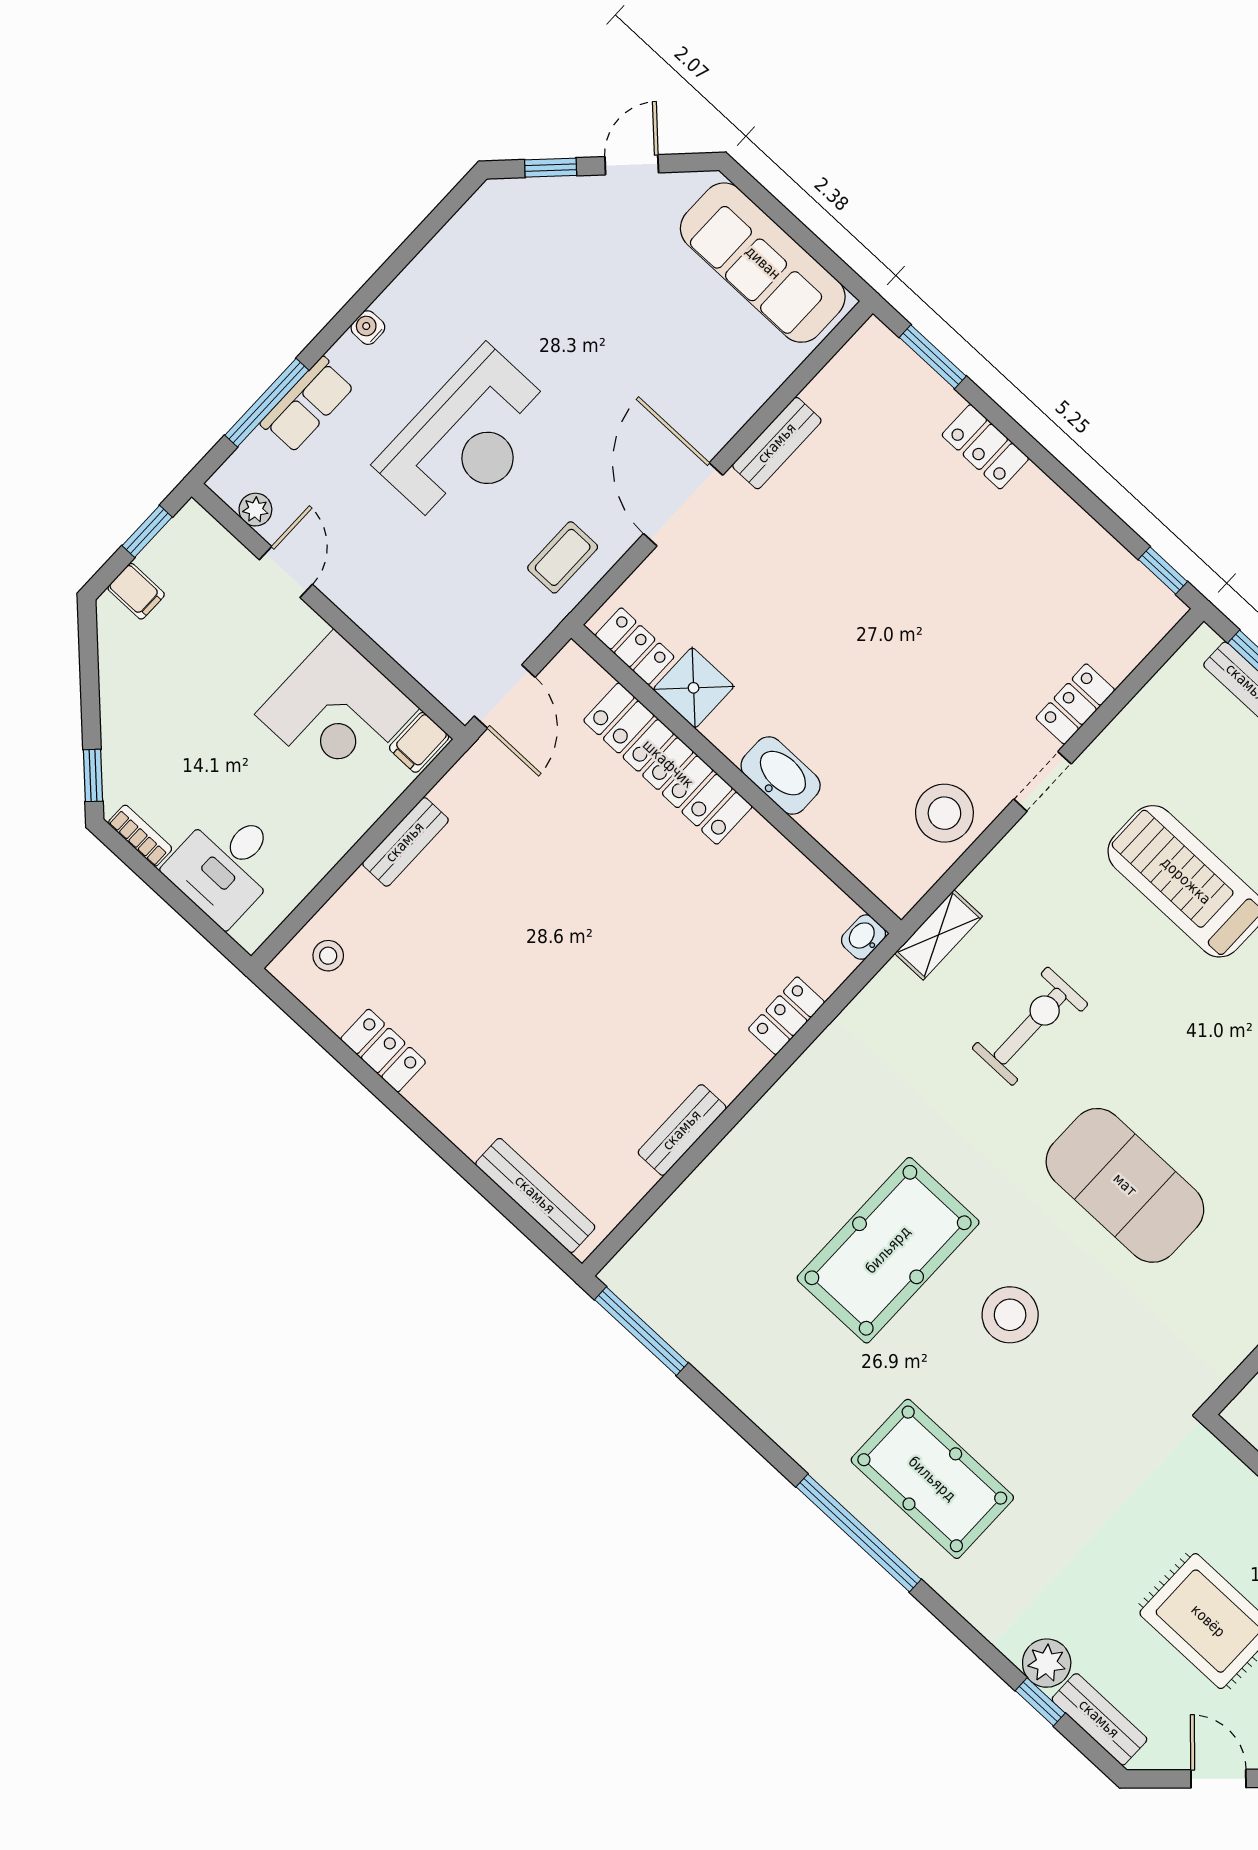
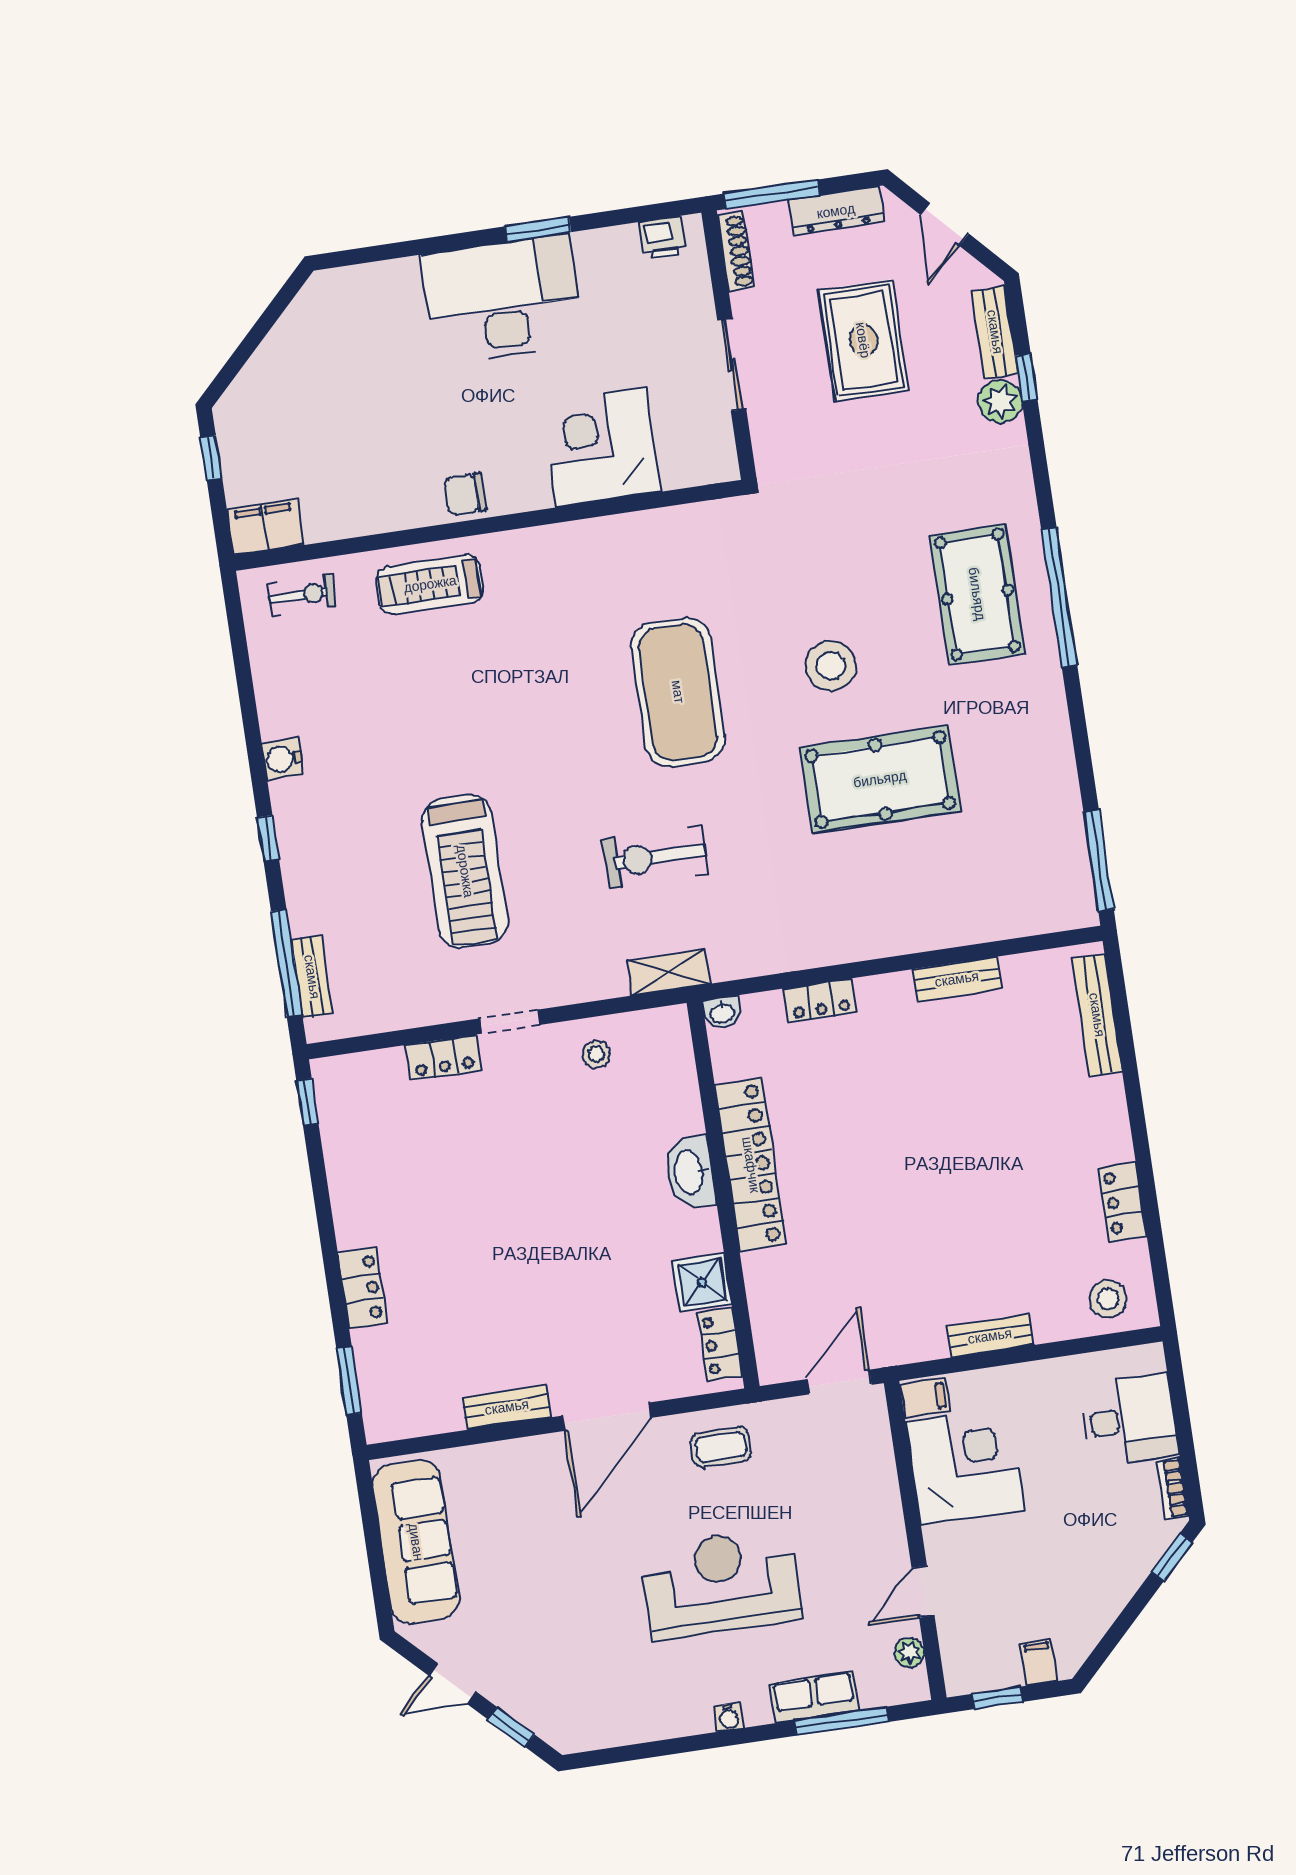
locker: (668, 764) -> (751, 1165), moved
stool: (944, 813) -> (596, 1054), width x0.53, depth x0.53
stool: (328, 956) -> (1108, 1299), width x1.37, depth x1.37

